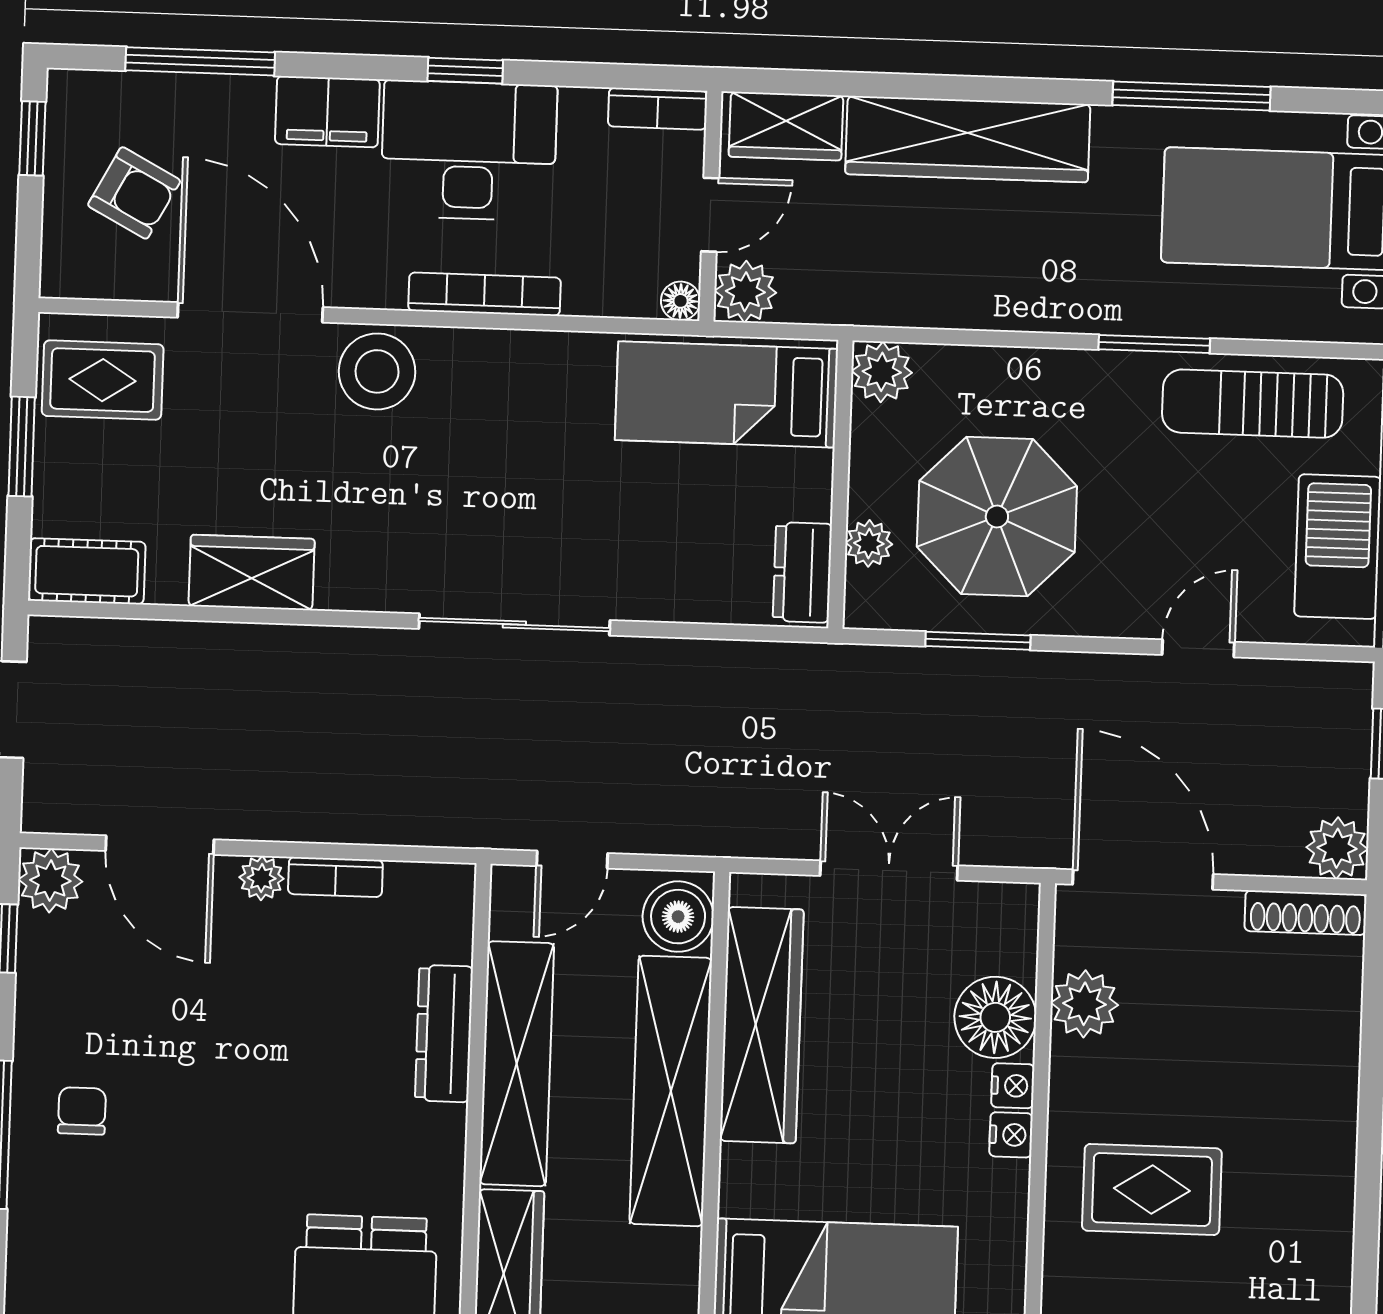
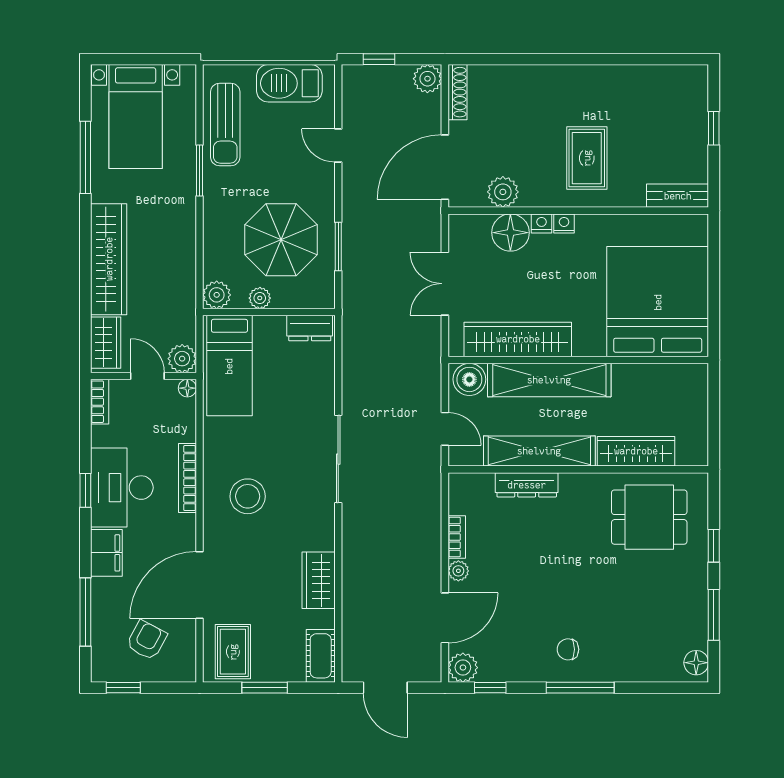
stool: (377, 371) -> (248, 496), moved
plant: (869, 543) -> (260, 298), moved

